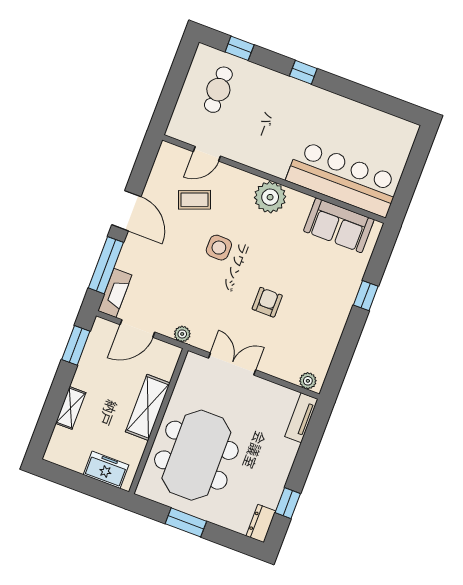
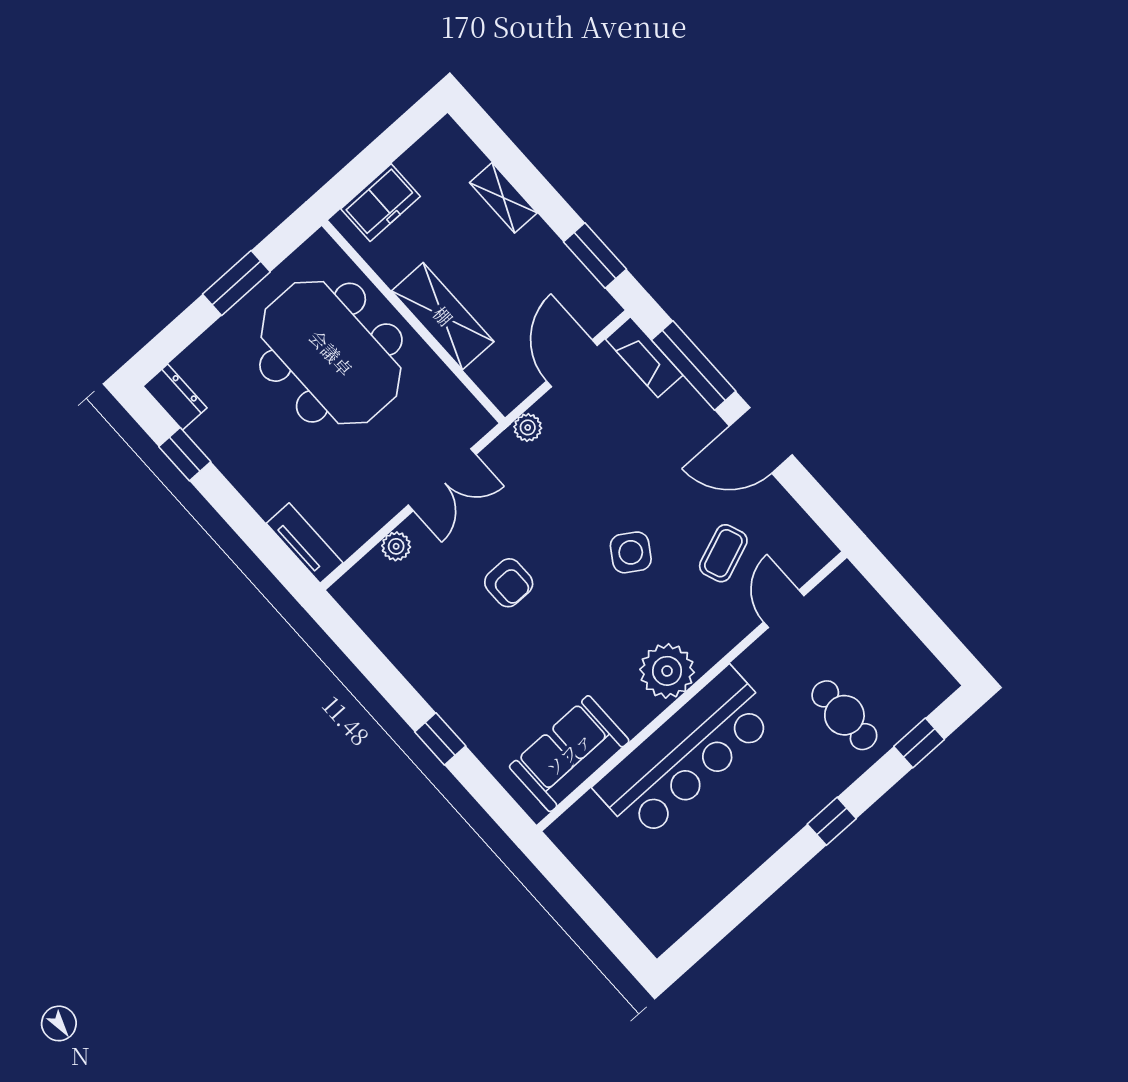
cafe table: (218, 90) -> (844, 715), moved
bar counter: (343, 179) -> (686, 754), moved
side table: (219, 248) -> (631, 552), turned 32
plant: (308, 381) -> (396, 546), moved

